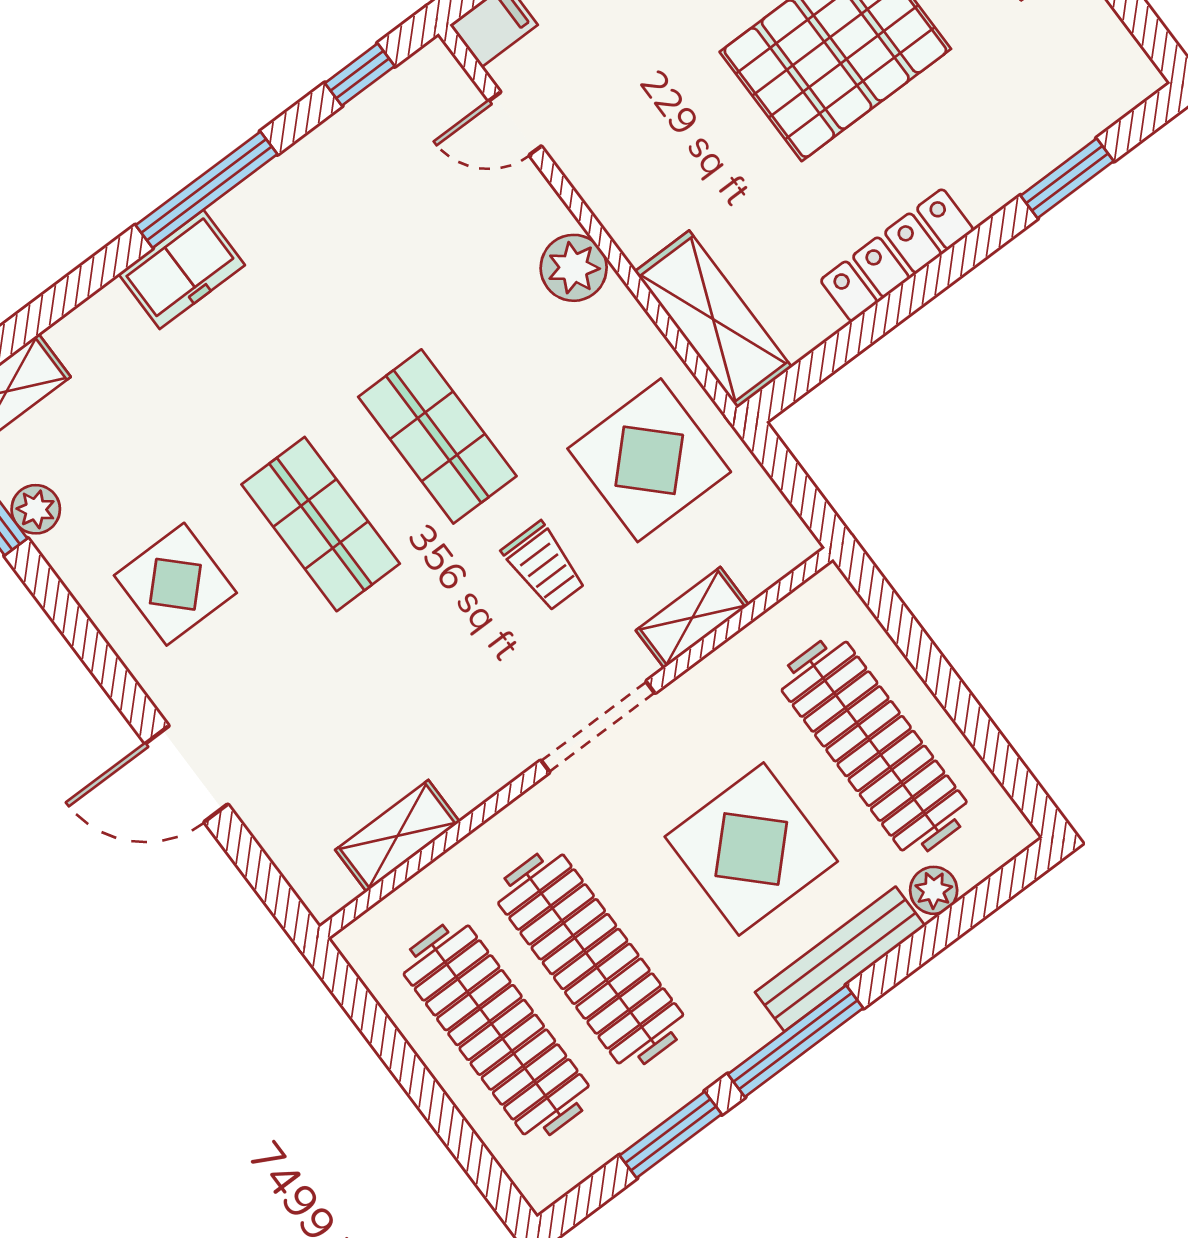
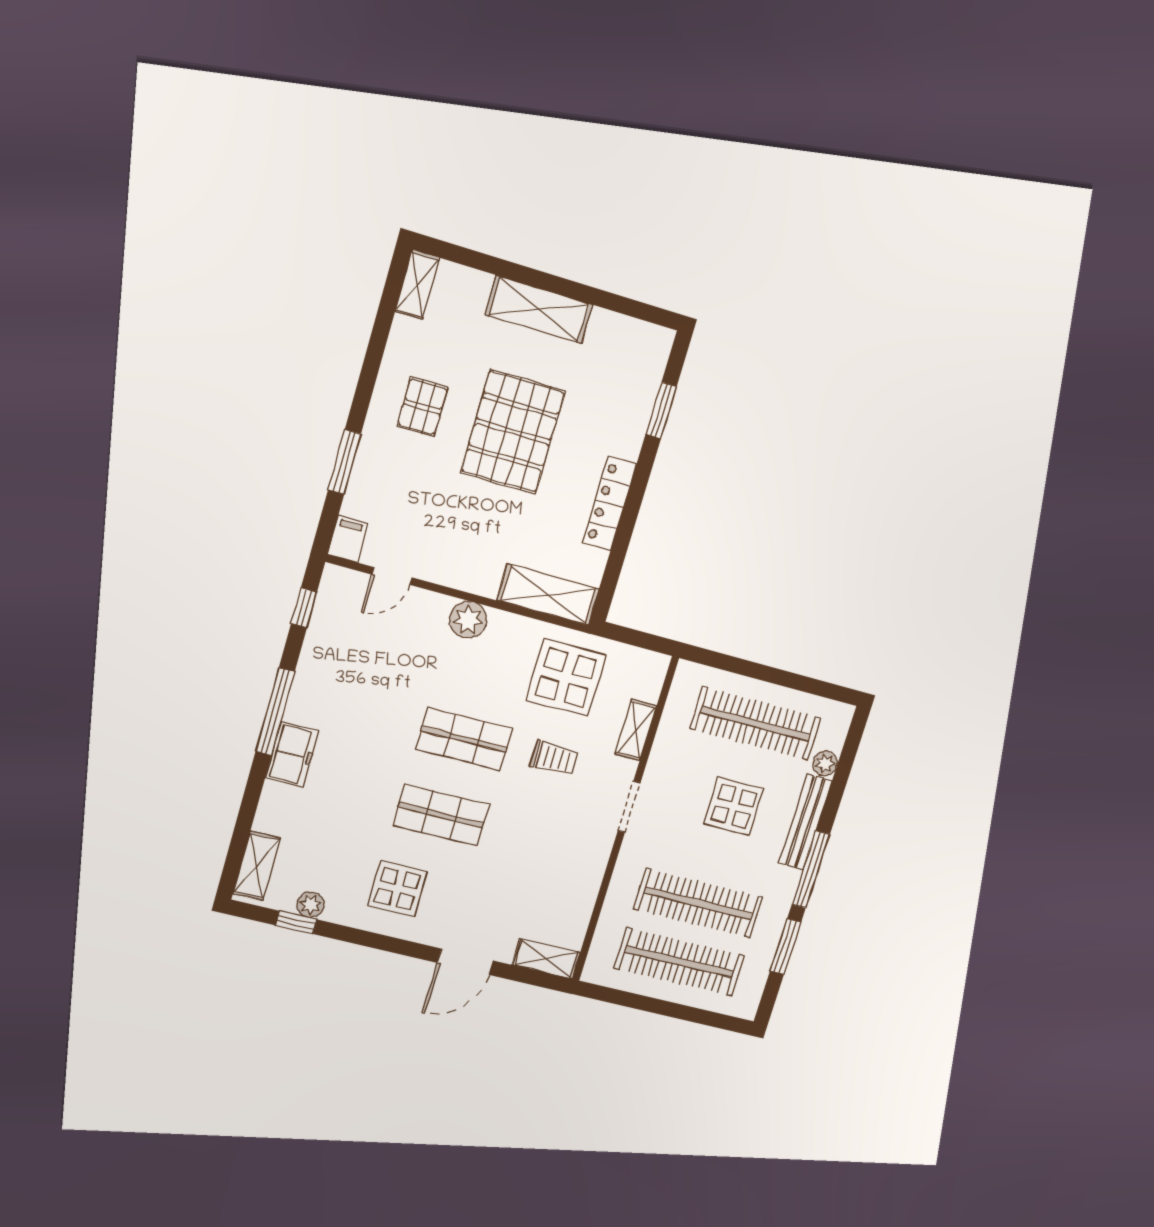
doorway: (598, 727) -> (629, 807), width x0.73
shelving: (397, 836) -> (546, 959), moved, turned 90
display table: (751, 849) -> (734, 806), width x0.73, depth x0.73

